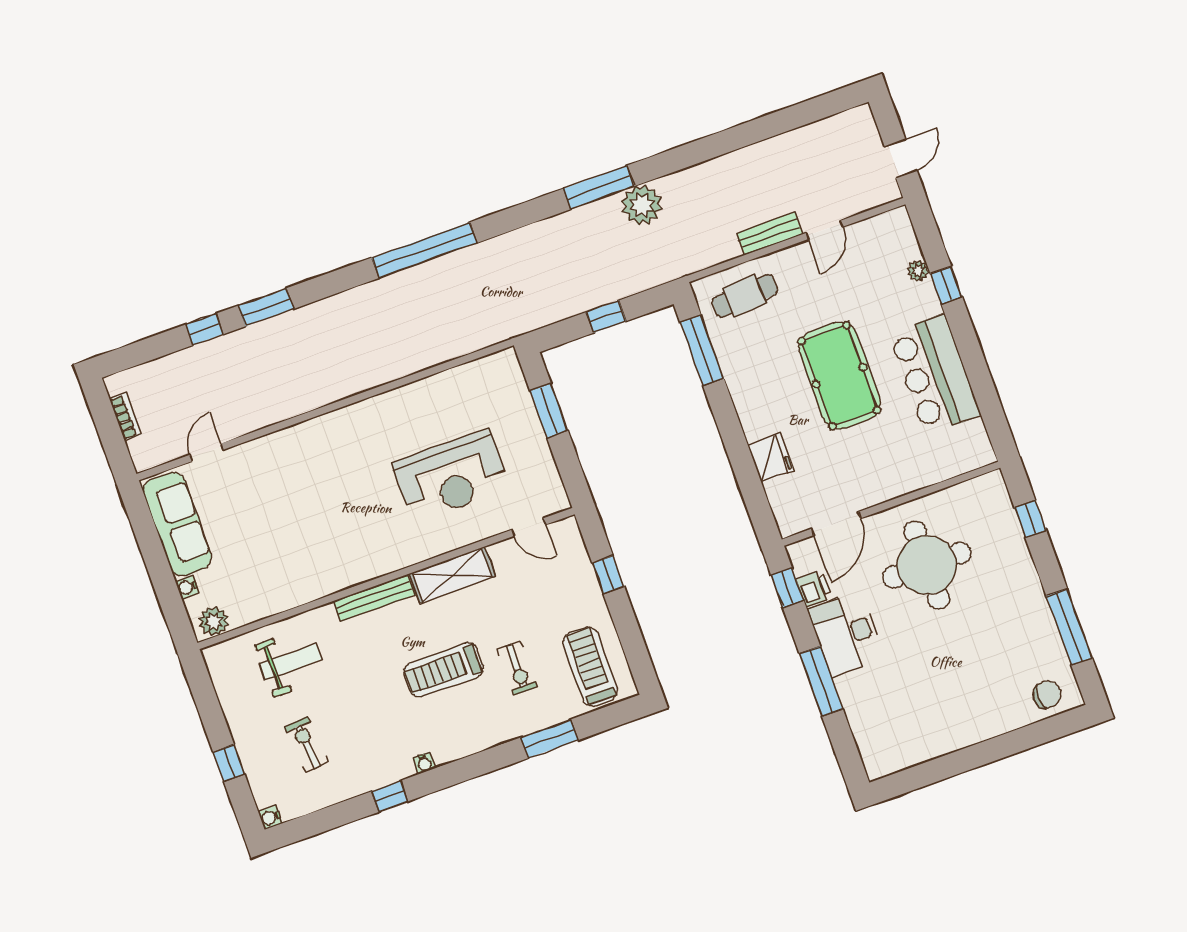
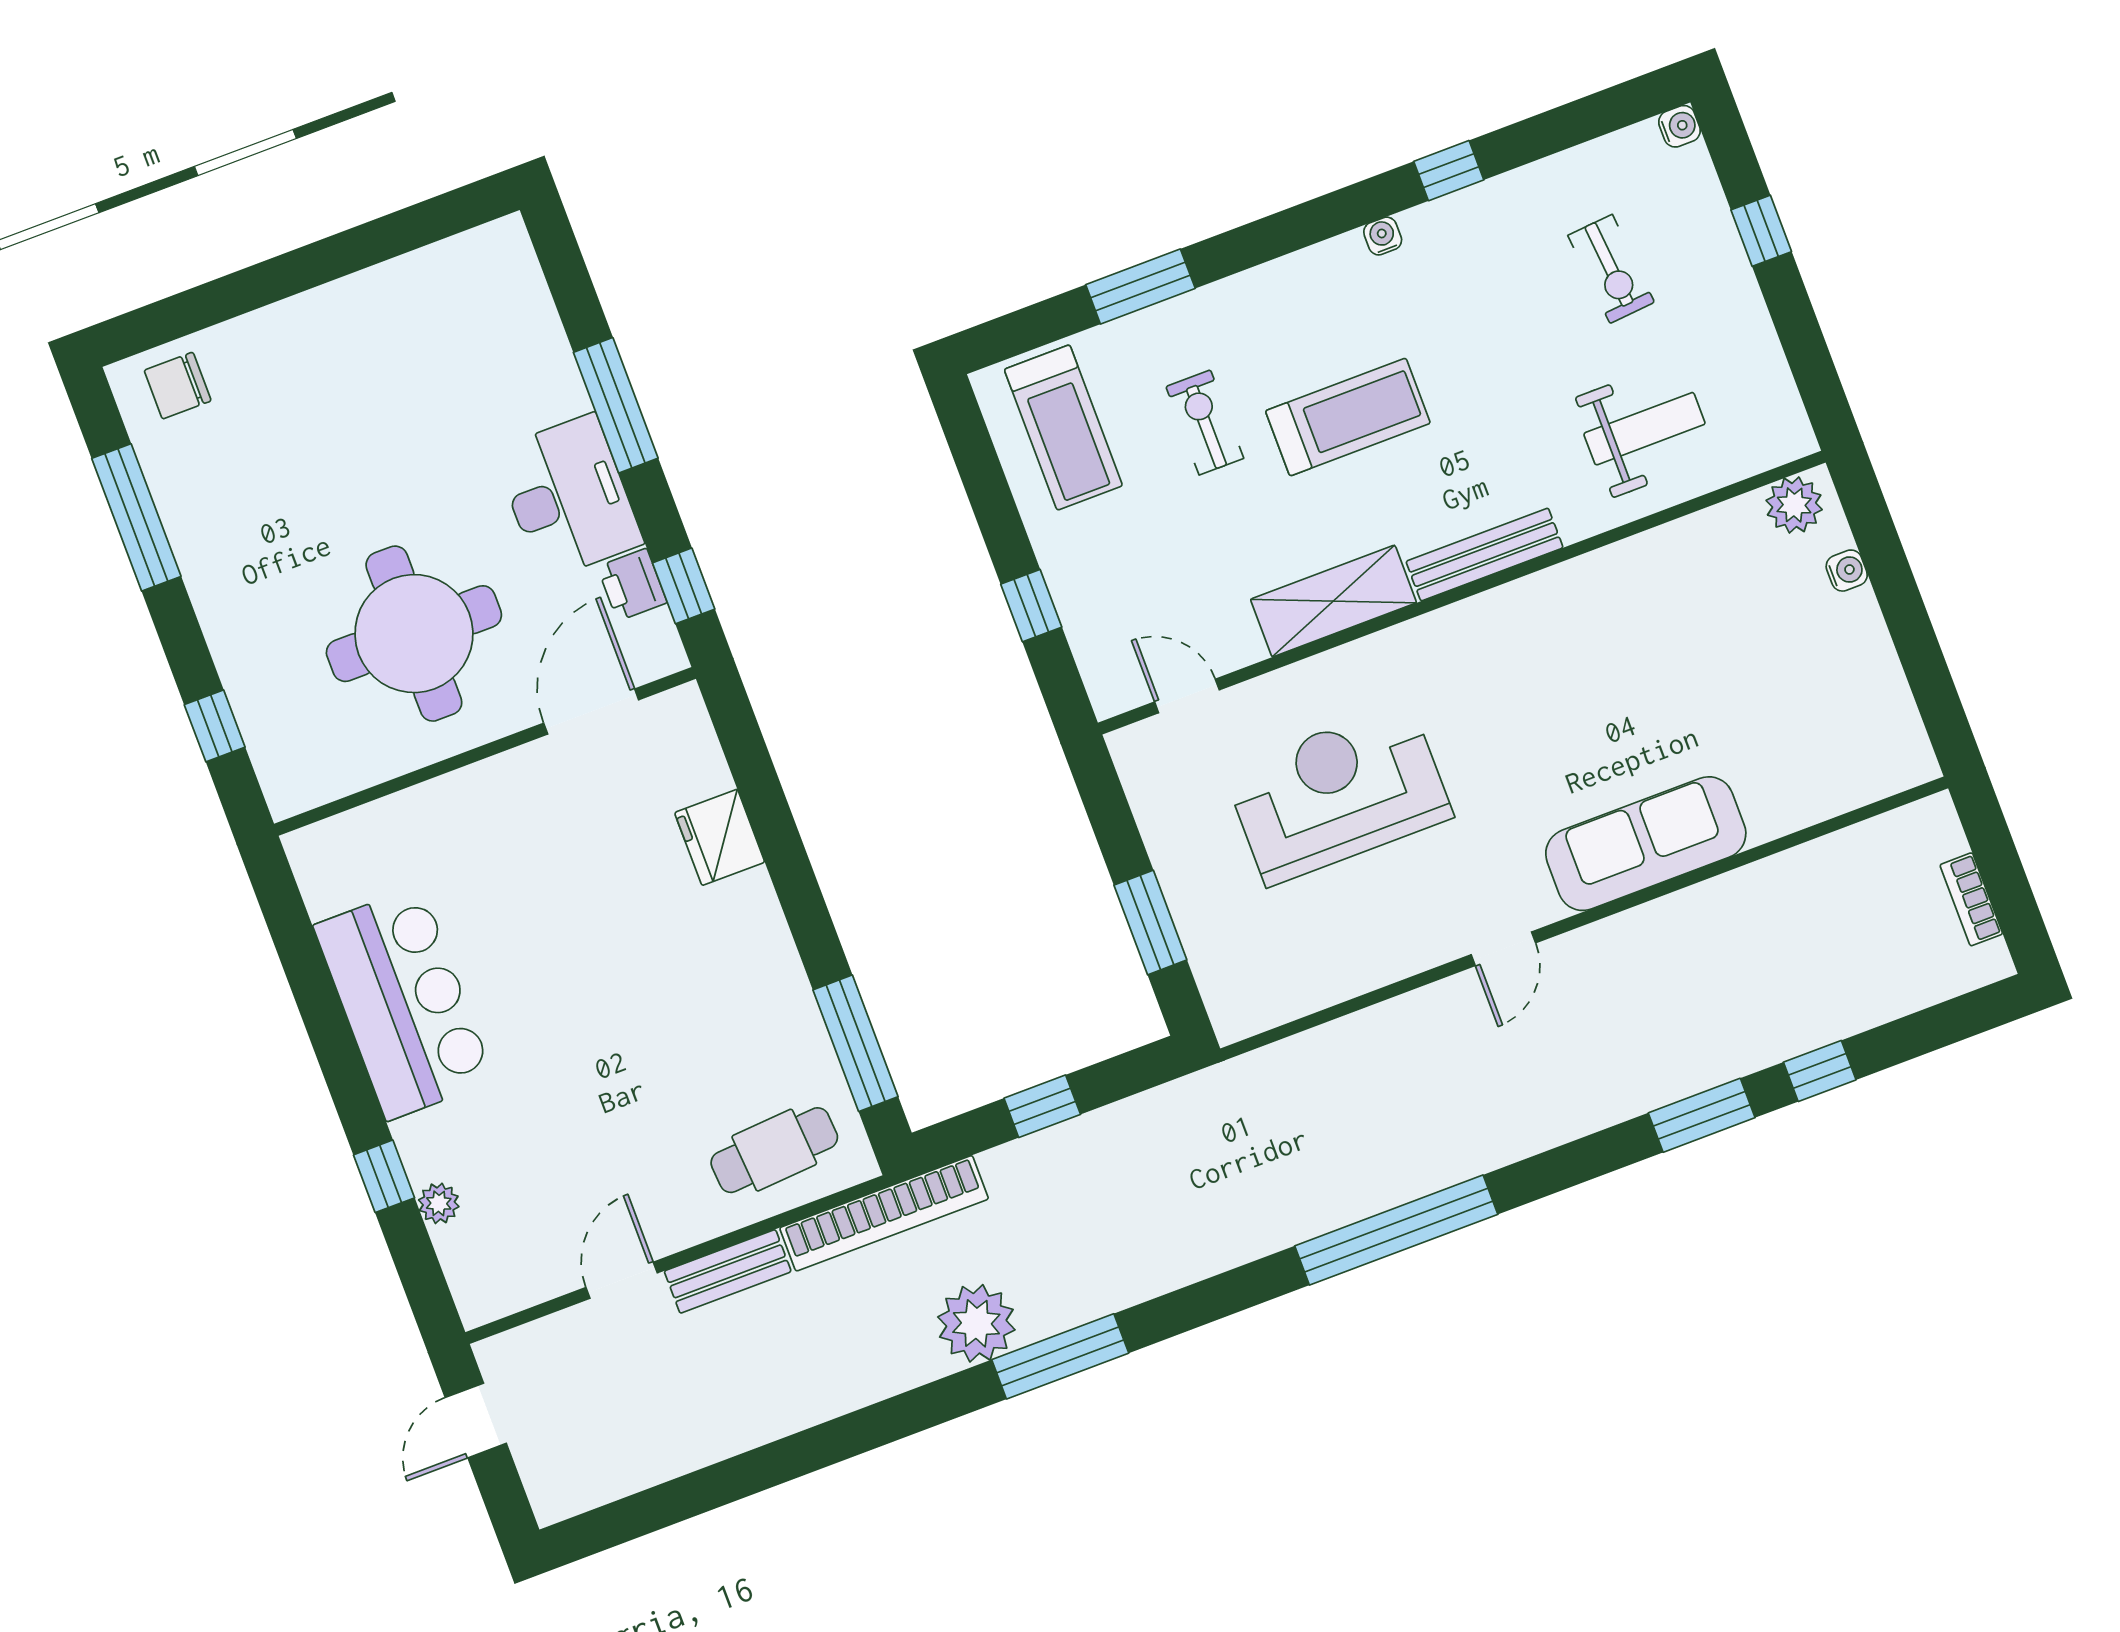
bookcase: (688, 262) -> (884, 1213), added
pool table: (839, 376) -> (588, 998), removed
door: (207, 452) -> (1503, 949), moved
sofa: (177, 524) -> (1646, 844), moved, turned 90
weight bench: (291, 662) -> (1644, 429), turned 180

